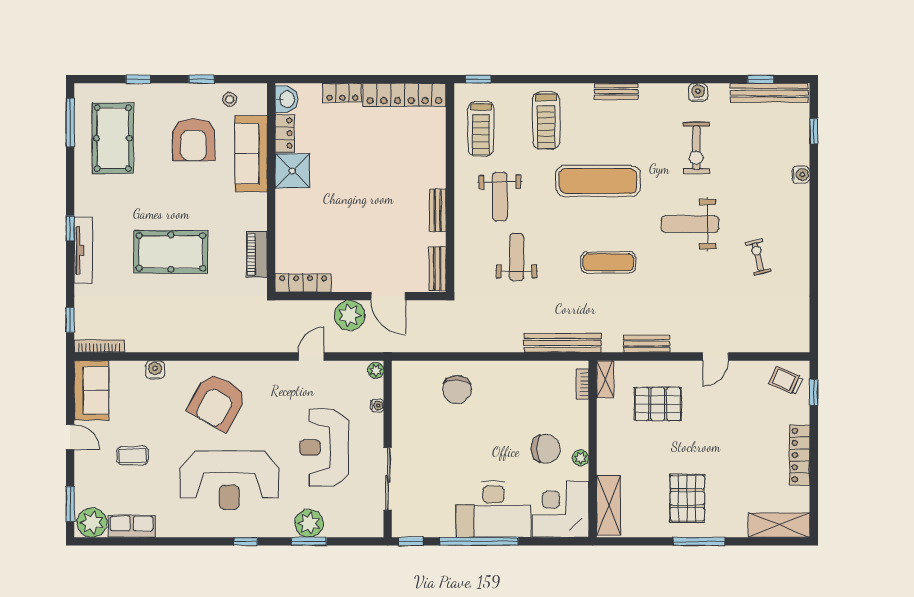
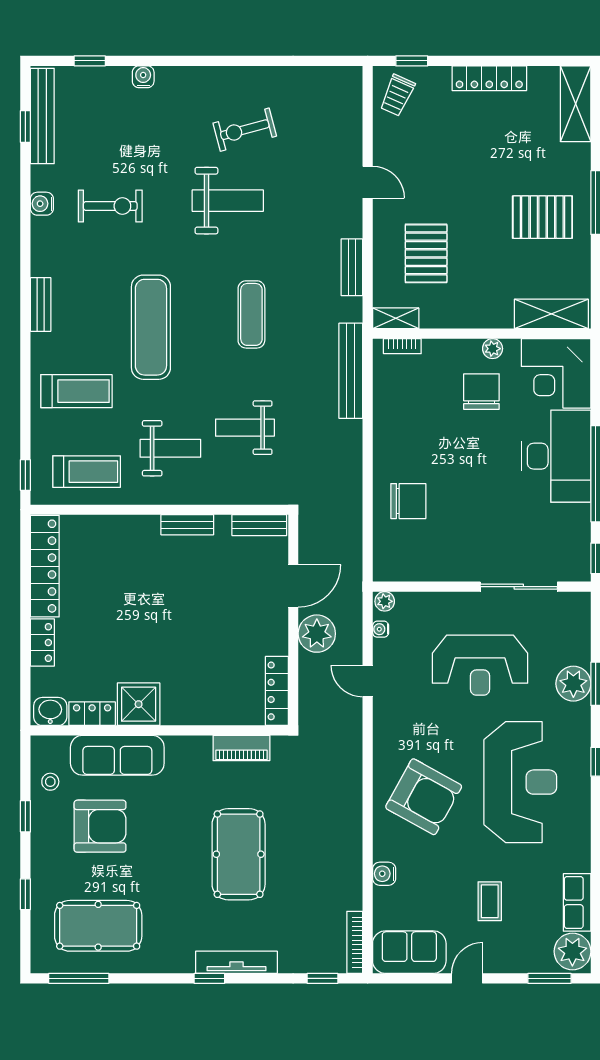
weight bench: (690, 224) -> (228, 201), moved, turned -90
exercise bike: (758, 257) -> (245, 130), width x1.38, depth x1.39
water cooler: (377, 406) -> (381, 629), moved, turned -90

